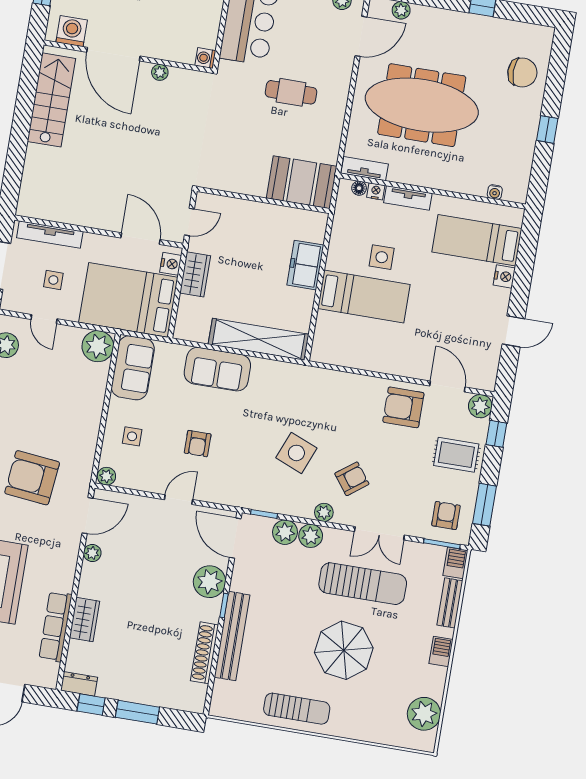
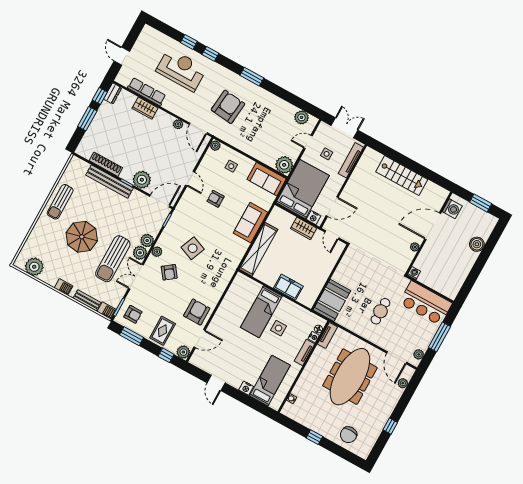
stairs: (51, 100) -> (402, 176), moved
plant: (285, 532) -> (140, 253), moved

